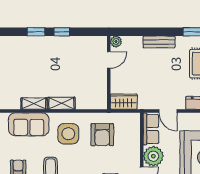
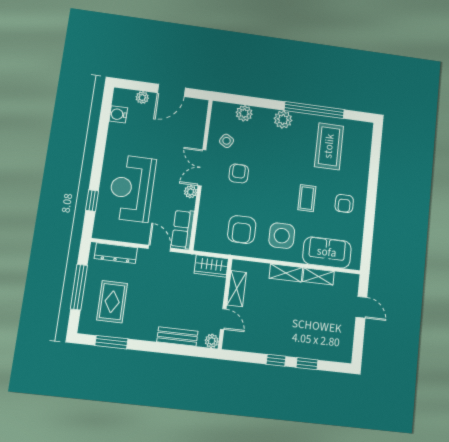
bench: (159, 42) -> (177, 336), moved
door: (109, 60) -> (223, 319), swing flipped
shelving: (101, 86) -> (237, 289), added
armchair: (102, 135) -> (242, 230), turned 180
plant: (153, 156) -> (190, 192), width x0.53, depth x0.53

